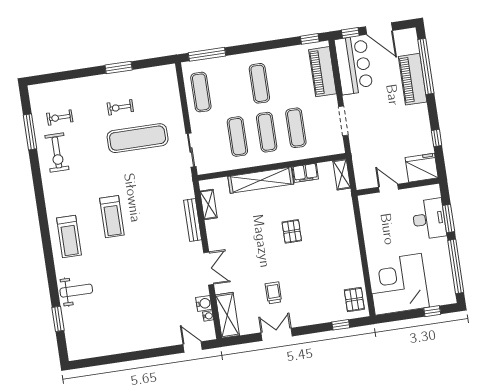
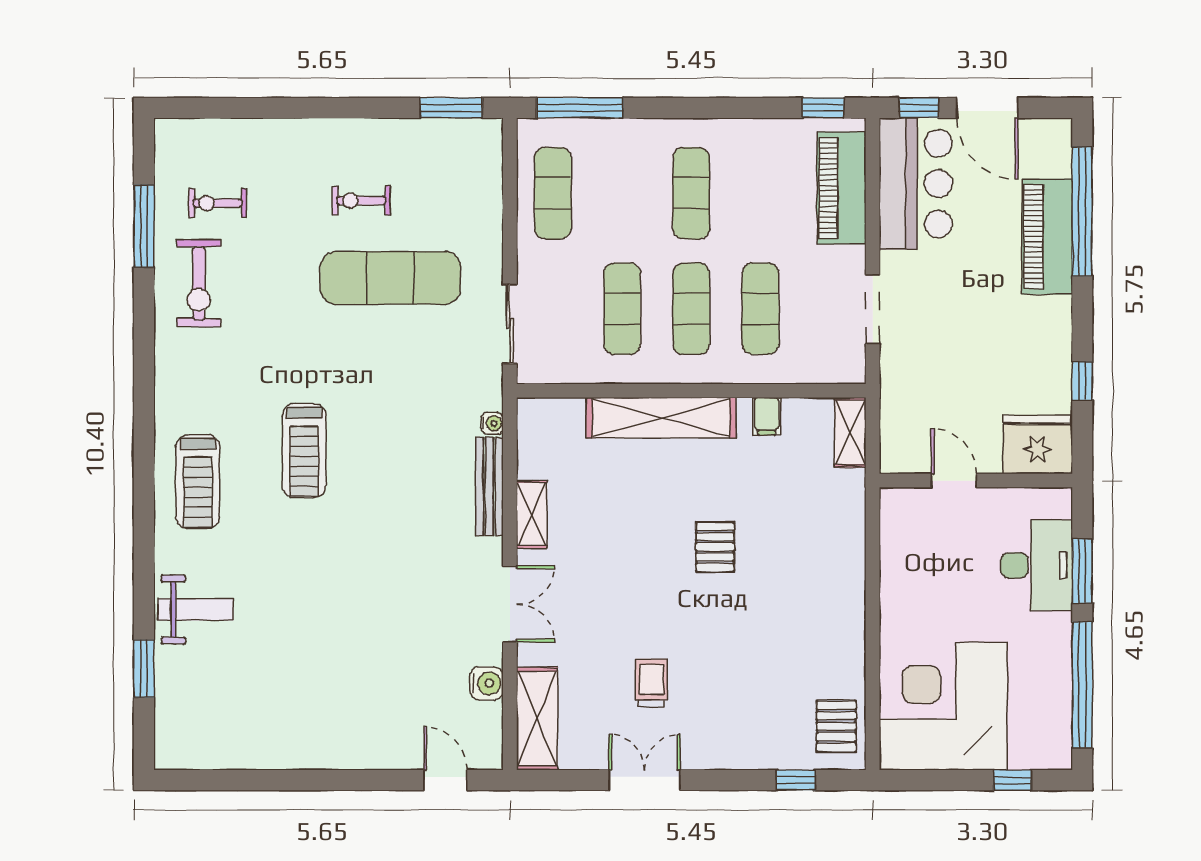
window: (119, 67) -> (451, 108), moved
filing cabinet: (305, 173) -> (767, 416), width x0.50
shelving: (209, 204) -> (532, 514), moved
water cooler: (208, 316) -> (492, 423), moved

